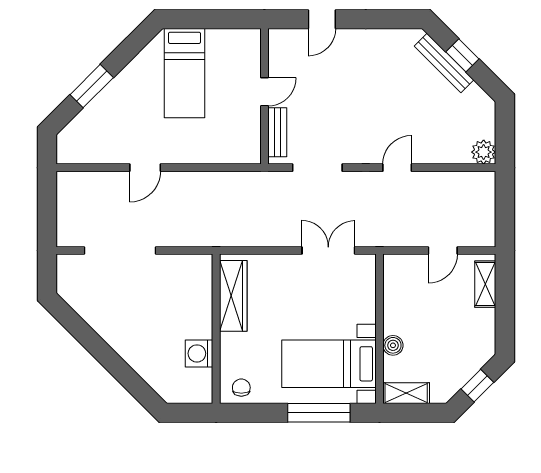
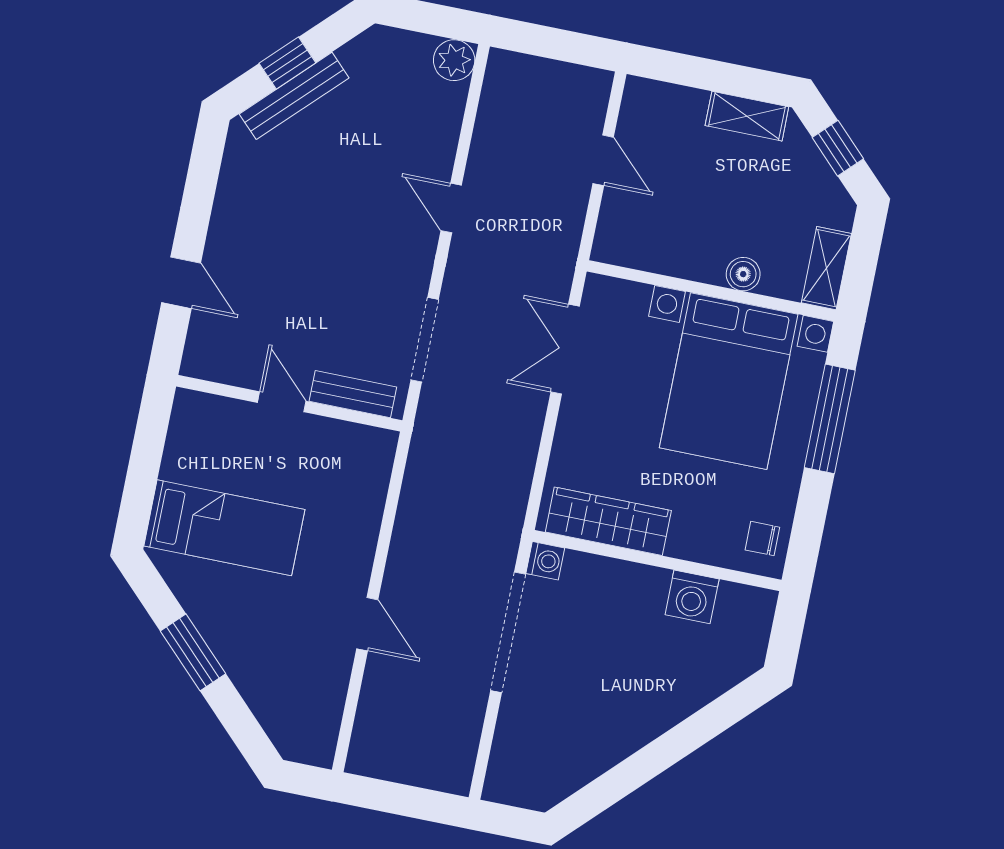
window: (92, 86) -> (193, 652), moved
doorway: (120, 251) -> (508, 632), moved
washing machine: (203, 264) -> (545, 561), added
shelving: (485, 284) -> (747, 116), moved
bed with nightstands: (329, 364) -> (729, 381), width x1.36

